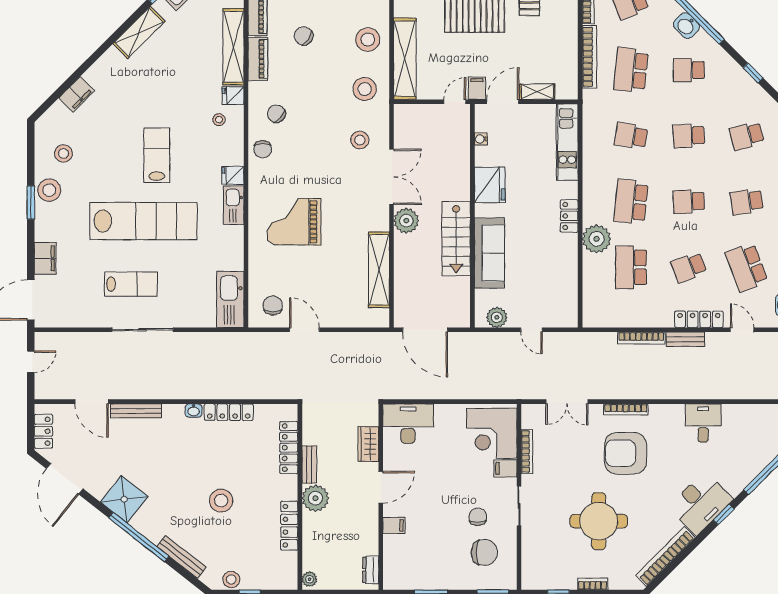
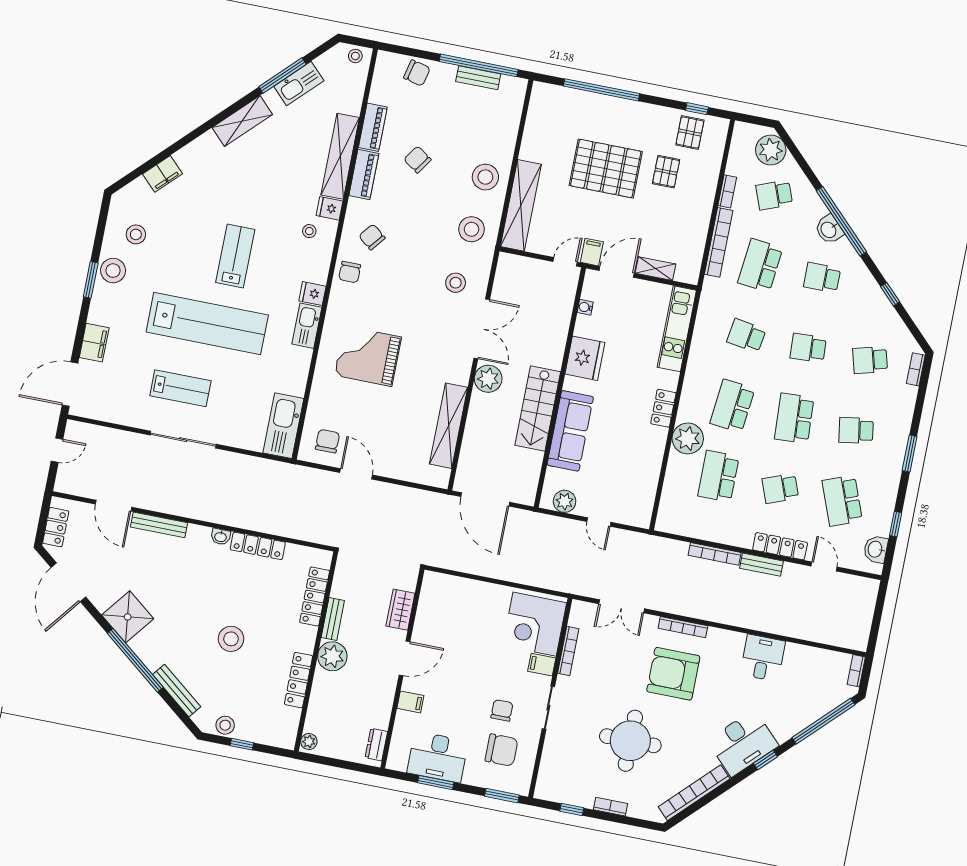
school desk: (689, 202) -> (794, 418), width x1.85
desk: (408, 424) -> (438, 757), moved, turned 180

